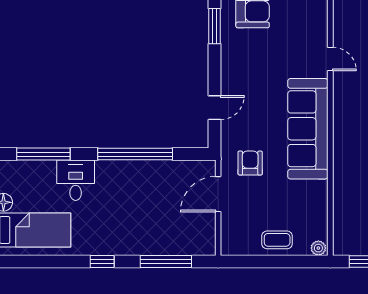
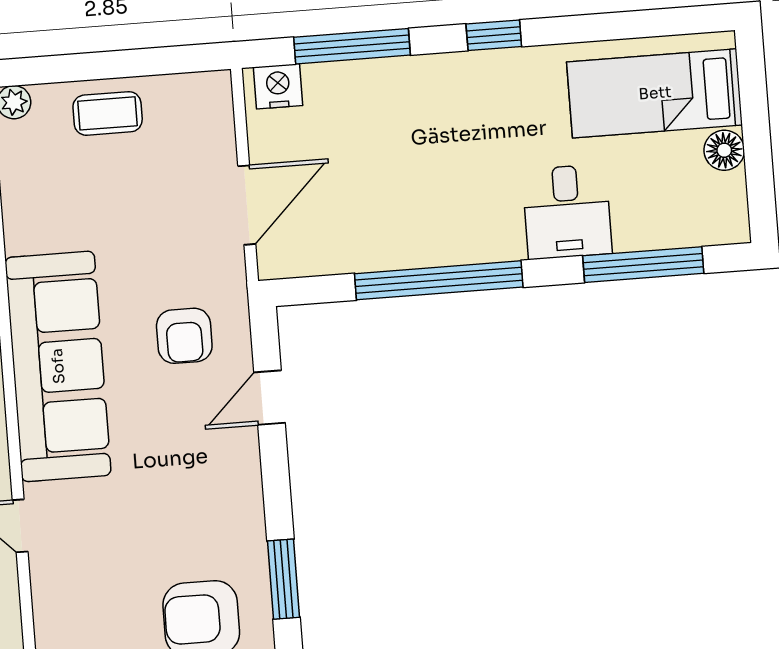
armchair: (250, 163) -> (184, 336), moved
nightstand: (200, 246) -> (278, 86), added

